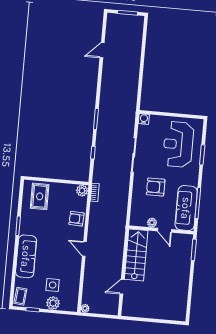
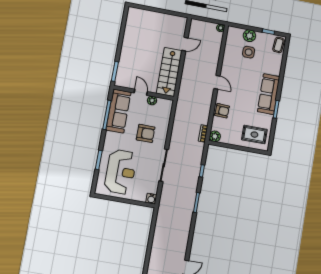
rug: (40, 196) -> (254, 135), turned 90
sofa: (26, 256) -> (269, 94), moved

